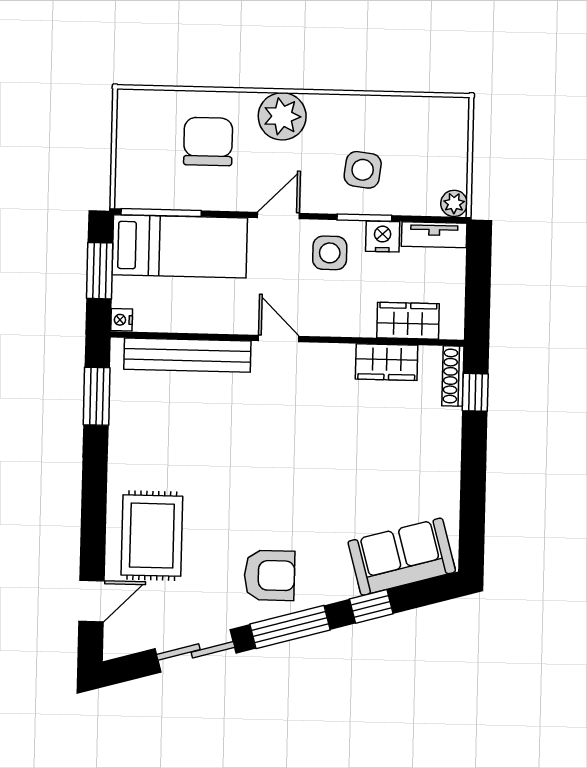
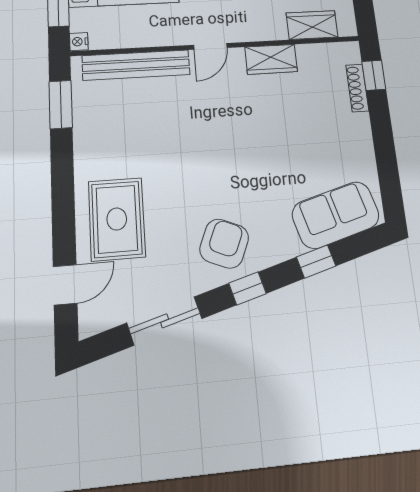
door: (279, 339) -> (210, 46), swing flipped
wardrobe: (387, 362) -> (271, 59), moved
shoe rack: (453, 376) -> (357, 88), moved
armchair: (269, 575) -> (224, 244), turned -67
window: (290, 627) -> (248, 288), width x0.46

